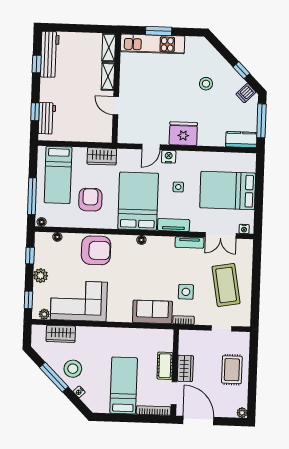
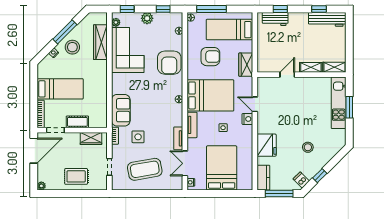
fridge: (183, 134) -> (267, 145), moved
wardrobe: (61, 334) -> (100, 42), width x1.50
wardrobe: (185, 368) -> (91, 139), moved

